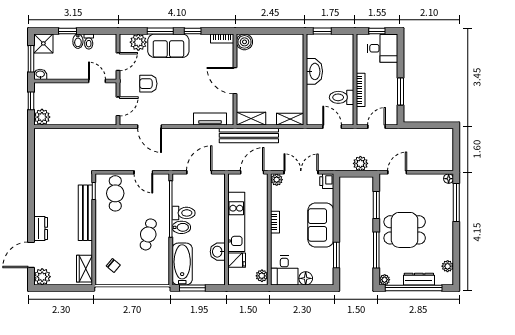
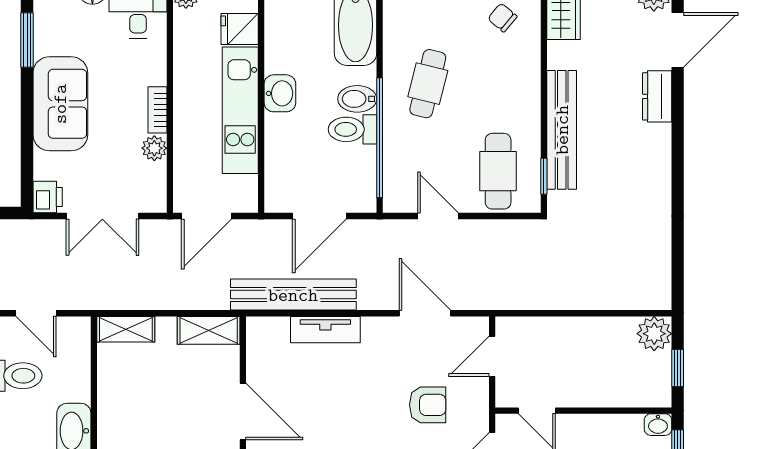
tv unit: (210, 119) -> (325, 330), moved
bench: (249, 135) -> (293, 295), moved
plant: (277, 180) -> (154, 148), moved
washbasin: (218, 252) -> (280, 93), moved

